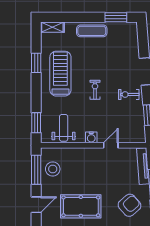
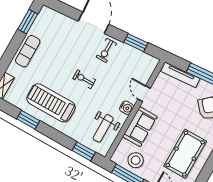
weight bench: (64, 128) -> (103, 128), turned -90
sofa: (82, 157) -> (140, 127), added

